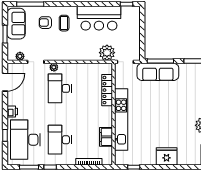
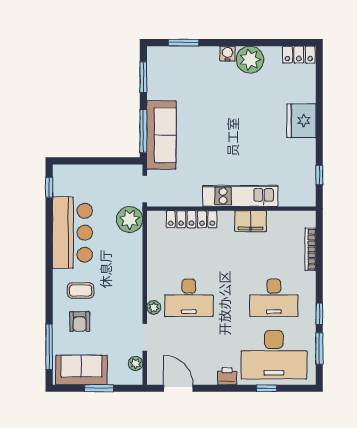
kitchen unit: (121, 120) -> (240, 196), width x0.73
filing cabinet: (106, 137) -> (251, 221), moved

